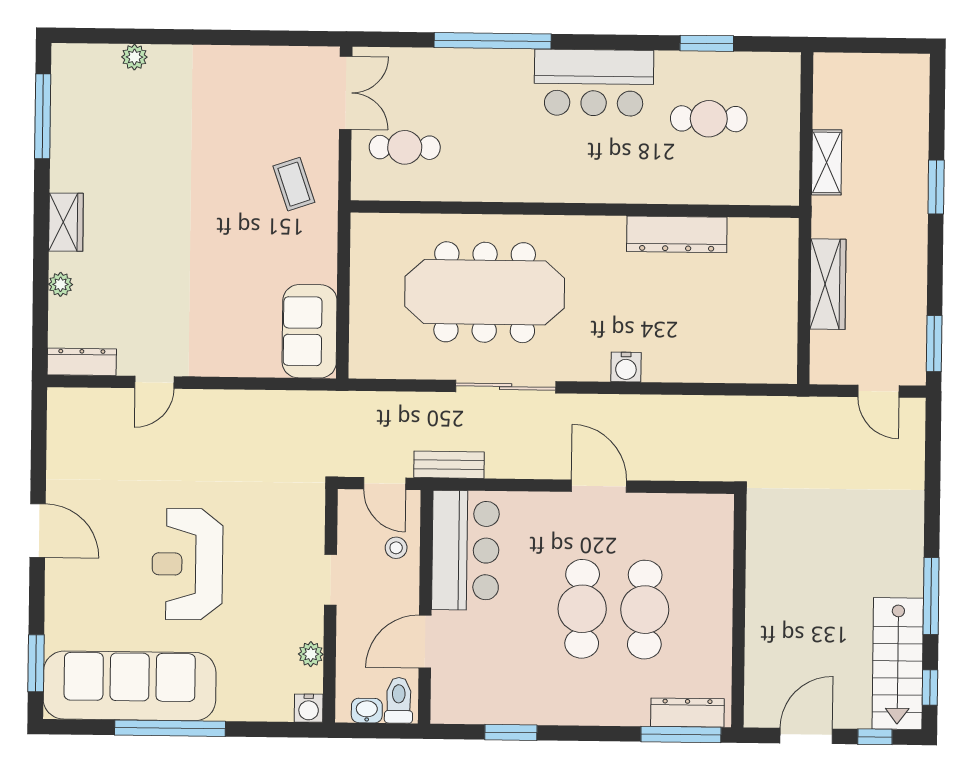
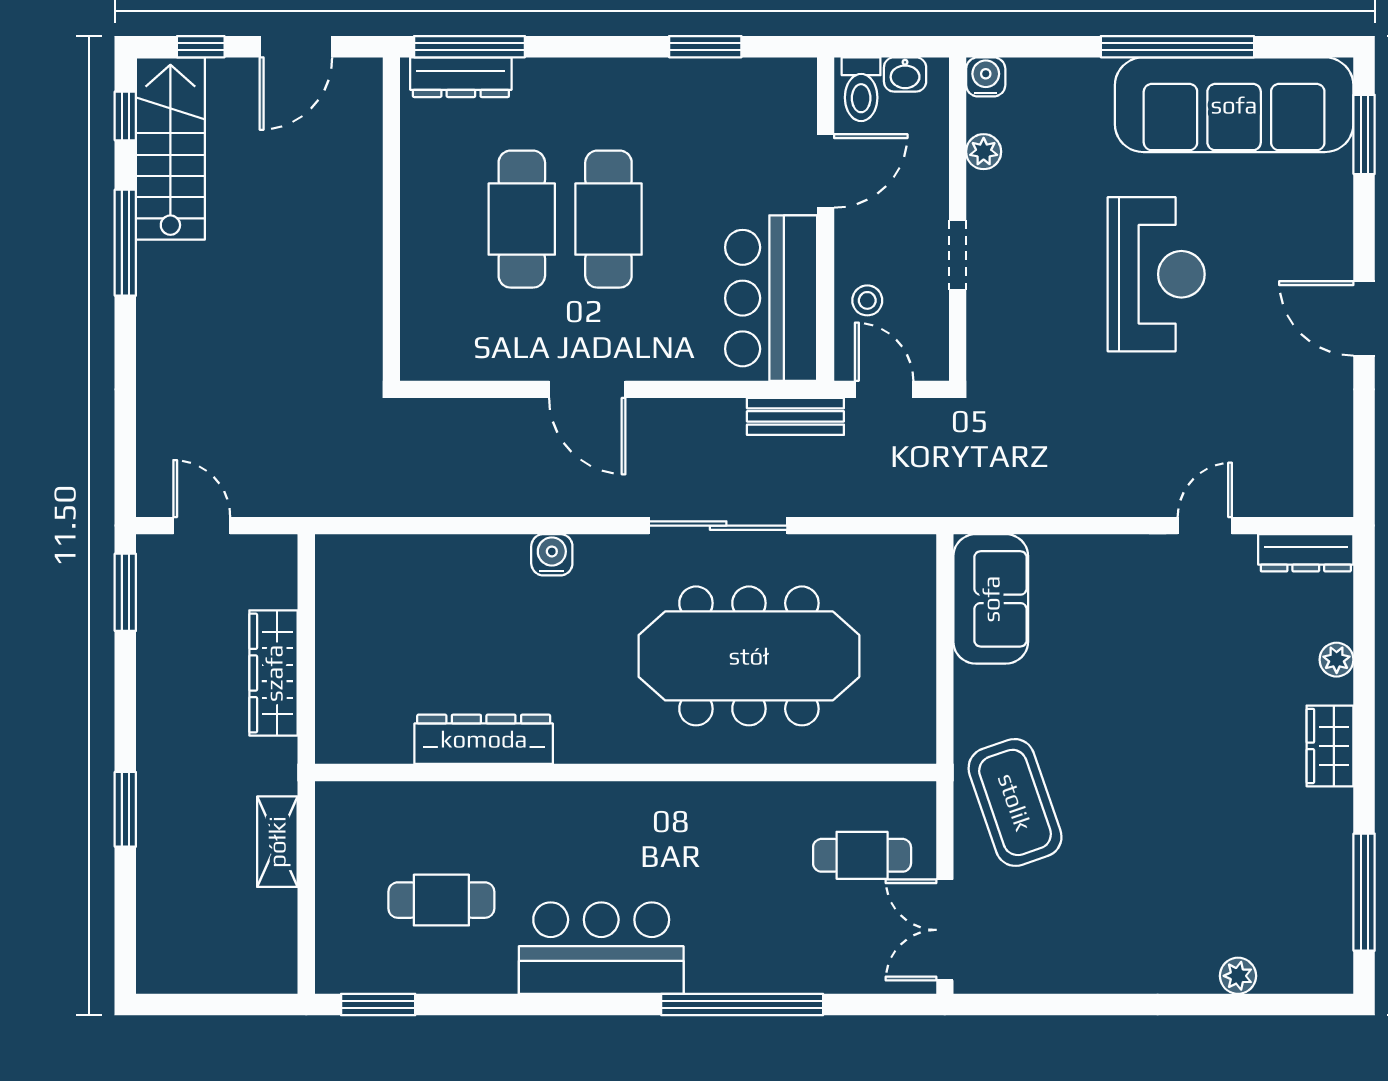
window: (707, 43) -> (378, 1004), moved
coffee table: (294, 184) -> (1015, 802), width x1.86, depth x1.72

